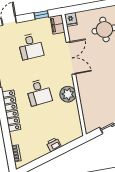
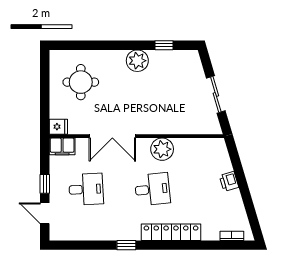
window: (41, 15) -> (45, 184), moved
double door: (71, 58) -> (112, 136), swing flipped

